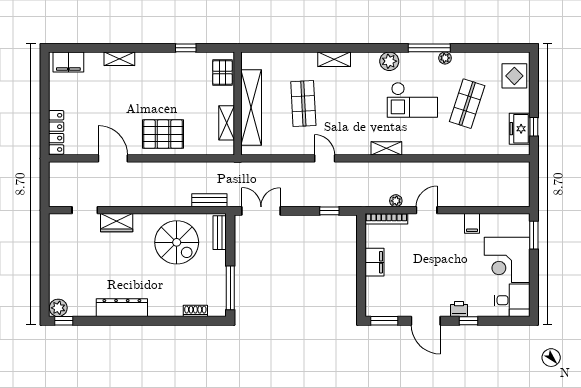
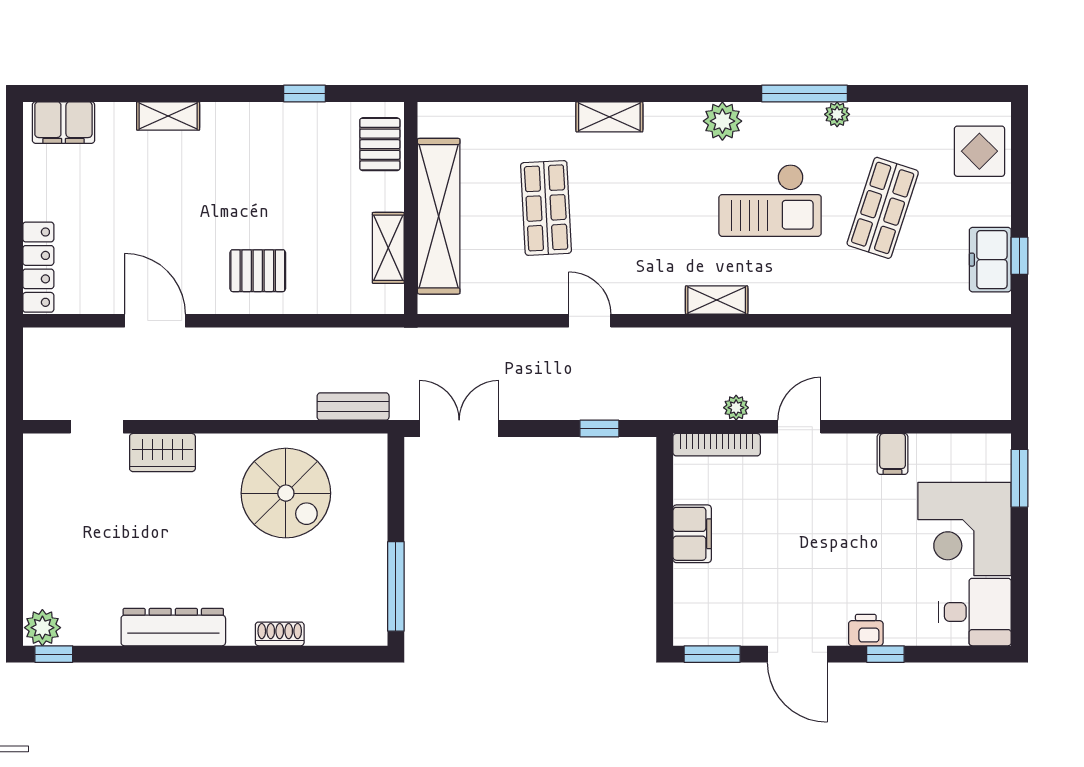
pallet: (163, 134) -> (258, 271), width x0.67, depth x0.71
bench: (220, 233) -> (374, 473), removed
shoe rack: (195, 311) -> (280, 634), moved

